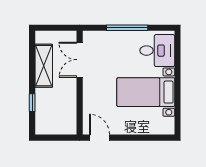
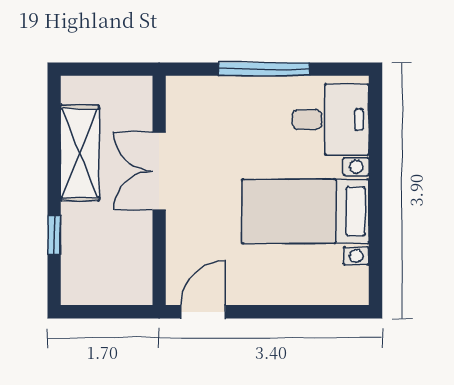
double door: (80, 60) -> (159, 171), moved
door: (99, 138) -> (203, 312), hinge flipped

